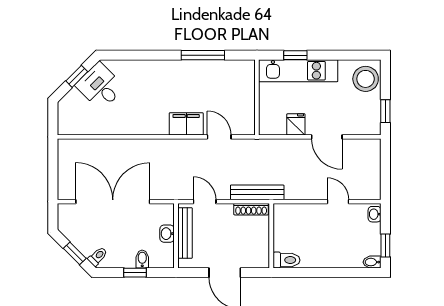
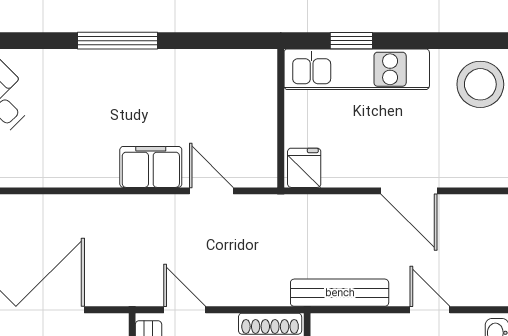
window: (203, 55) -> (117, 41), moved
fridge: (296, 124) -> (304, 168), moved
bench: (257, 192) -> (340, 293), moved

